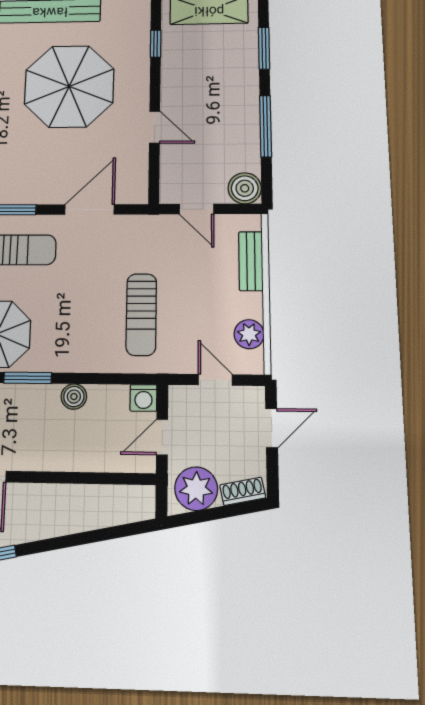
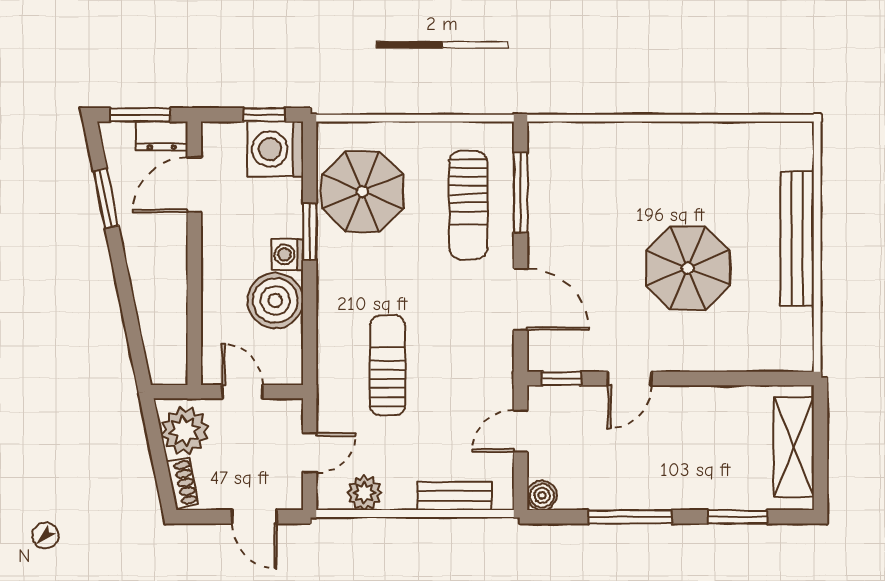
window: (156, 44) -> (562, 378), moved
parasol: (69, 86) -> (688, 268), width x0.73, depth x0.73
boiler: (245, 188) -> (542, 495), width x0.73, depth x0.73
sun lounger: (141, 314) -> (388, 365), turned 90
boiler: (74, 397) -> (275, 301), width x1.86, depth x1.86
washing machine: (144, 398) -> (287, 255), moved

